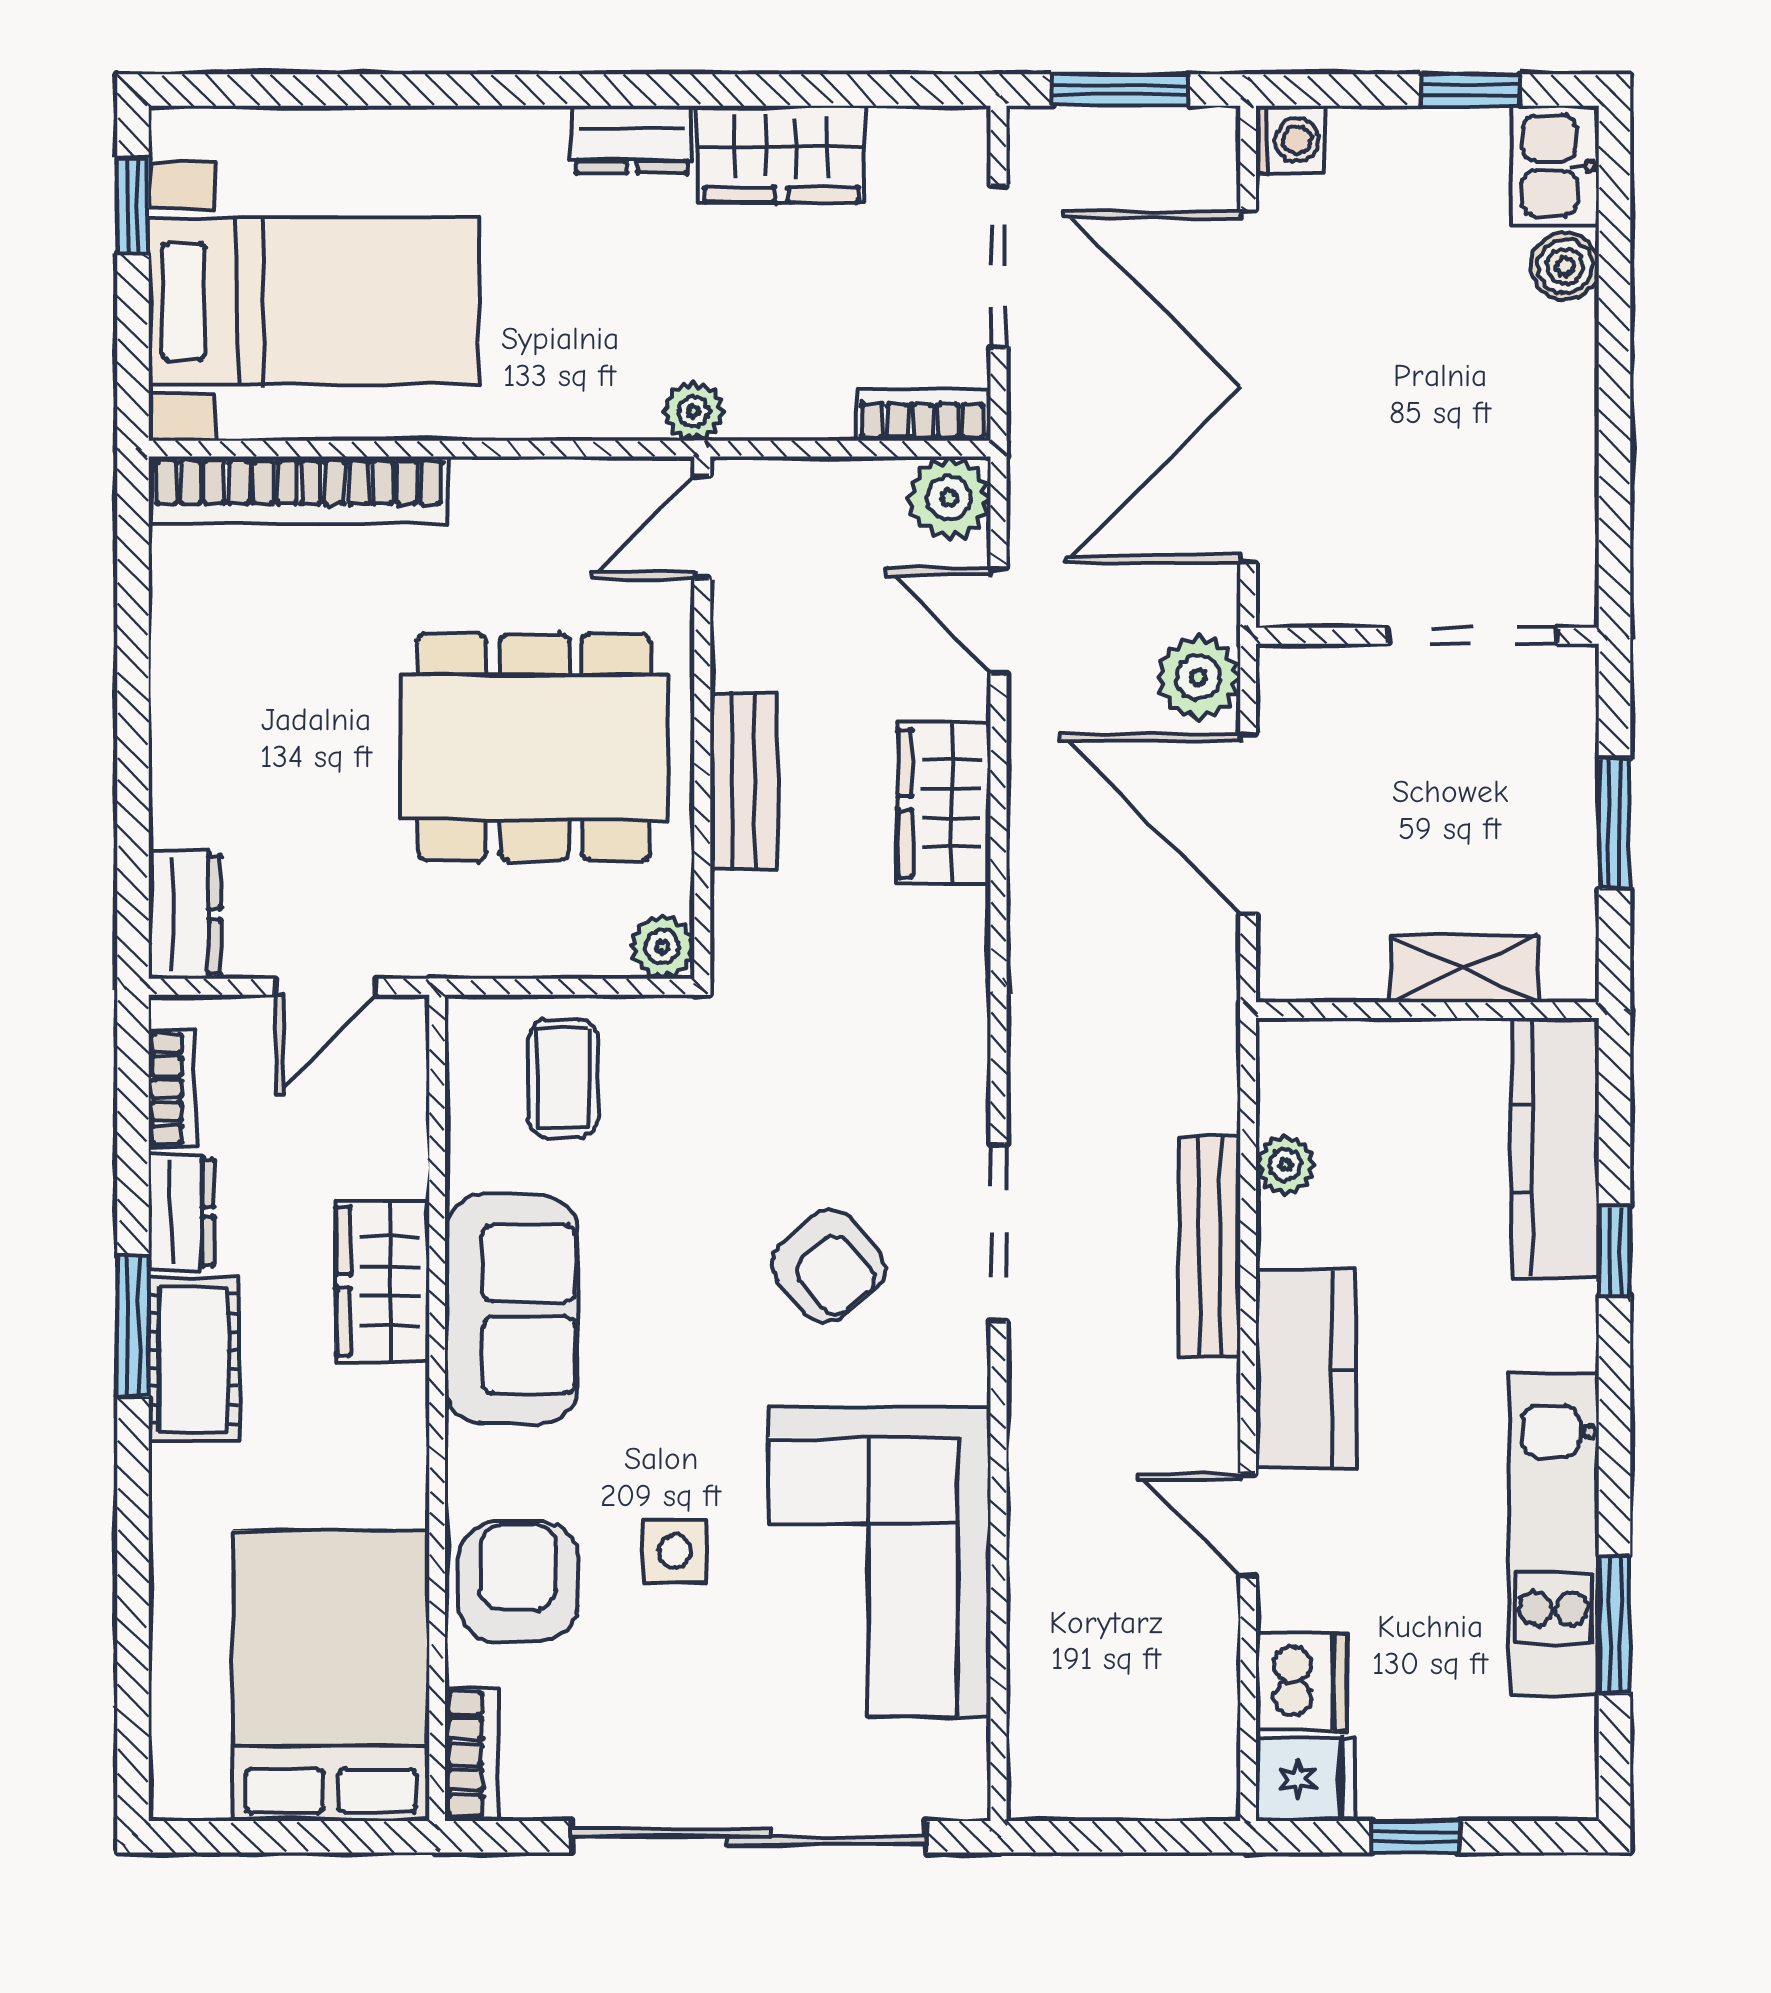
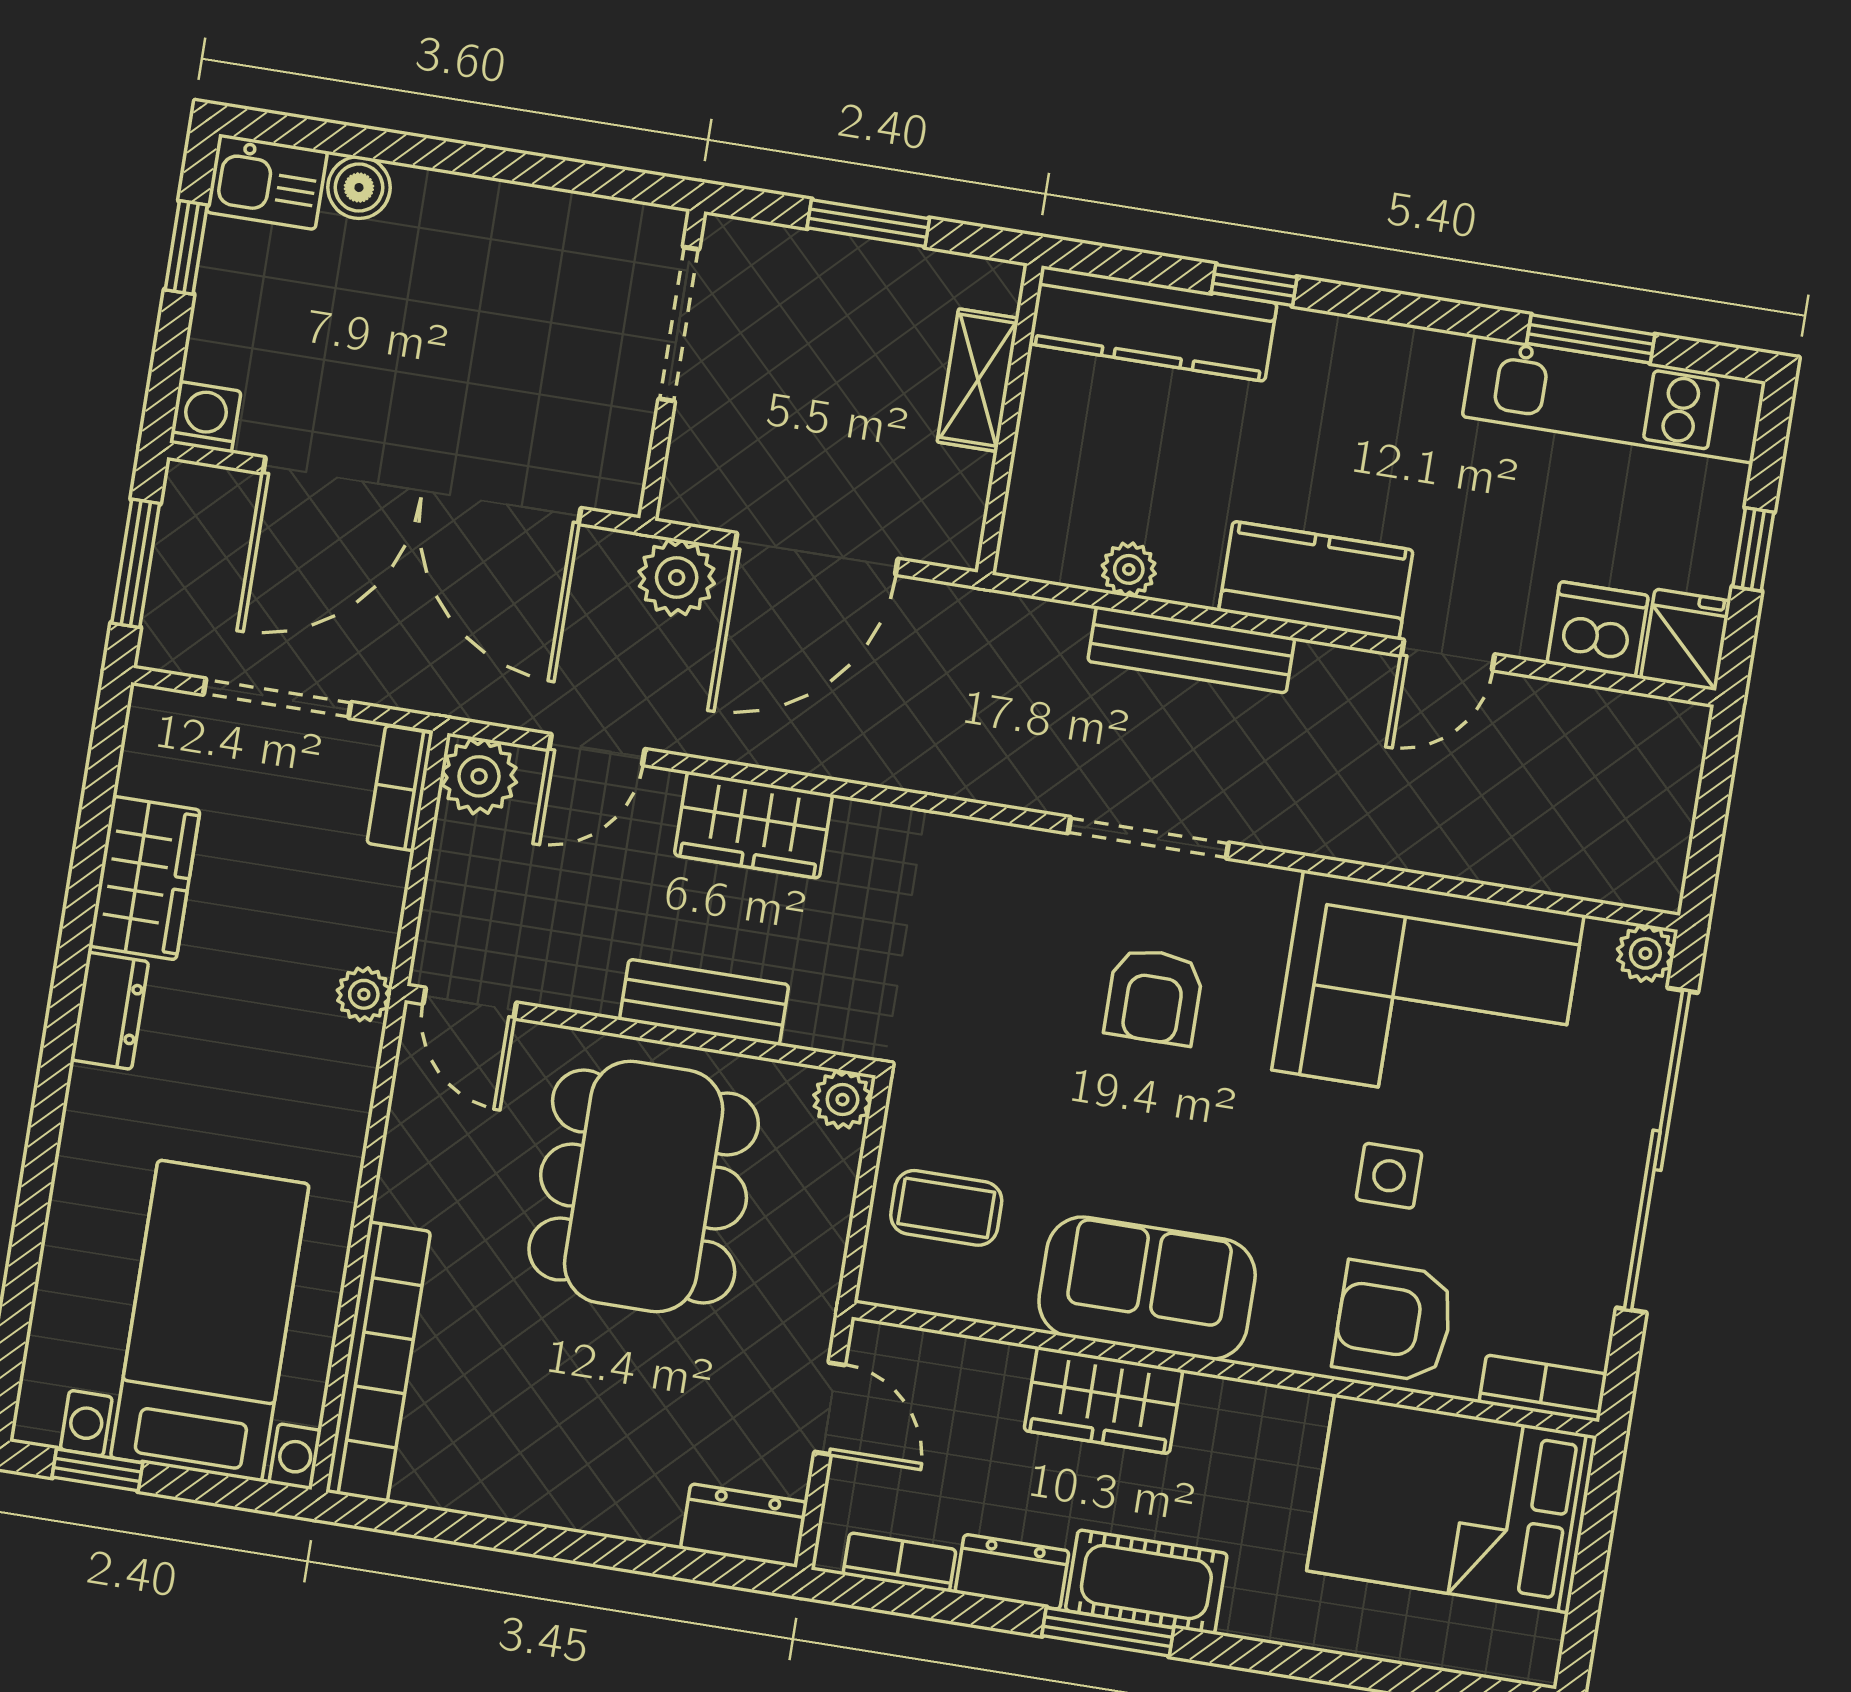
armchair: (828, 1266) -> (1154, 996), turned 130
kitchen unit: (1554, 1534) -> (1614, 399), moved
plant: (960, 1790) -> (1645, 953), added

